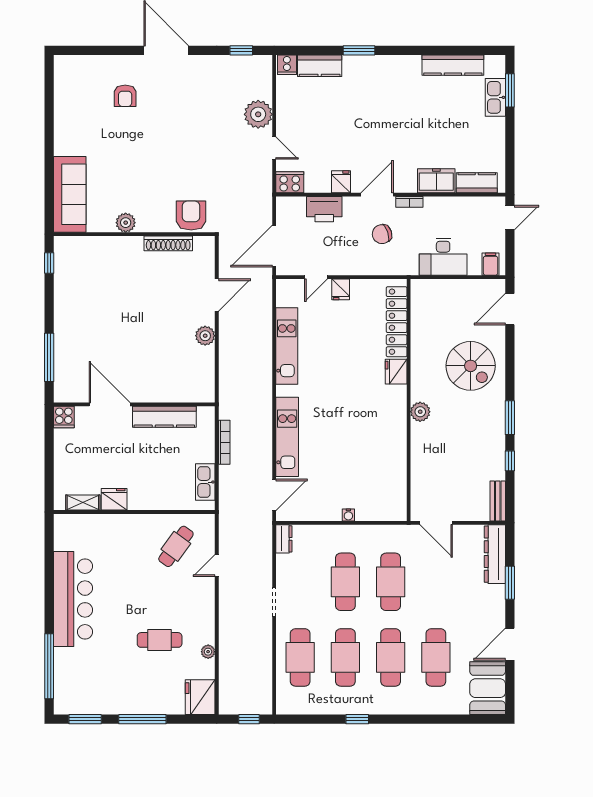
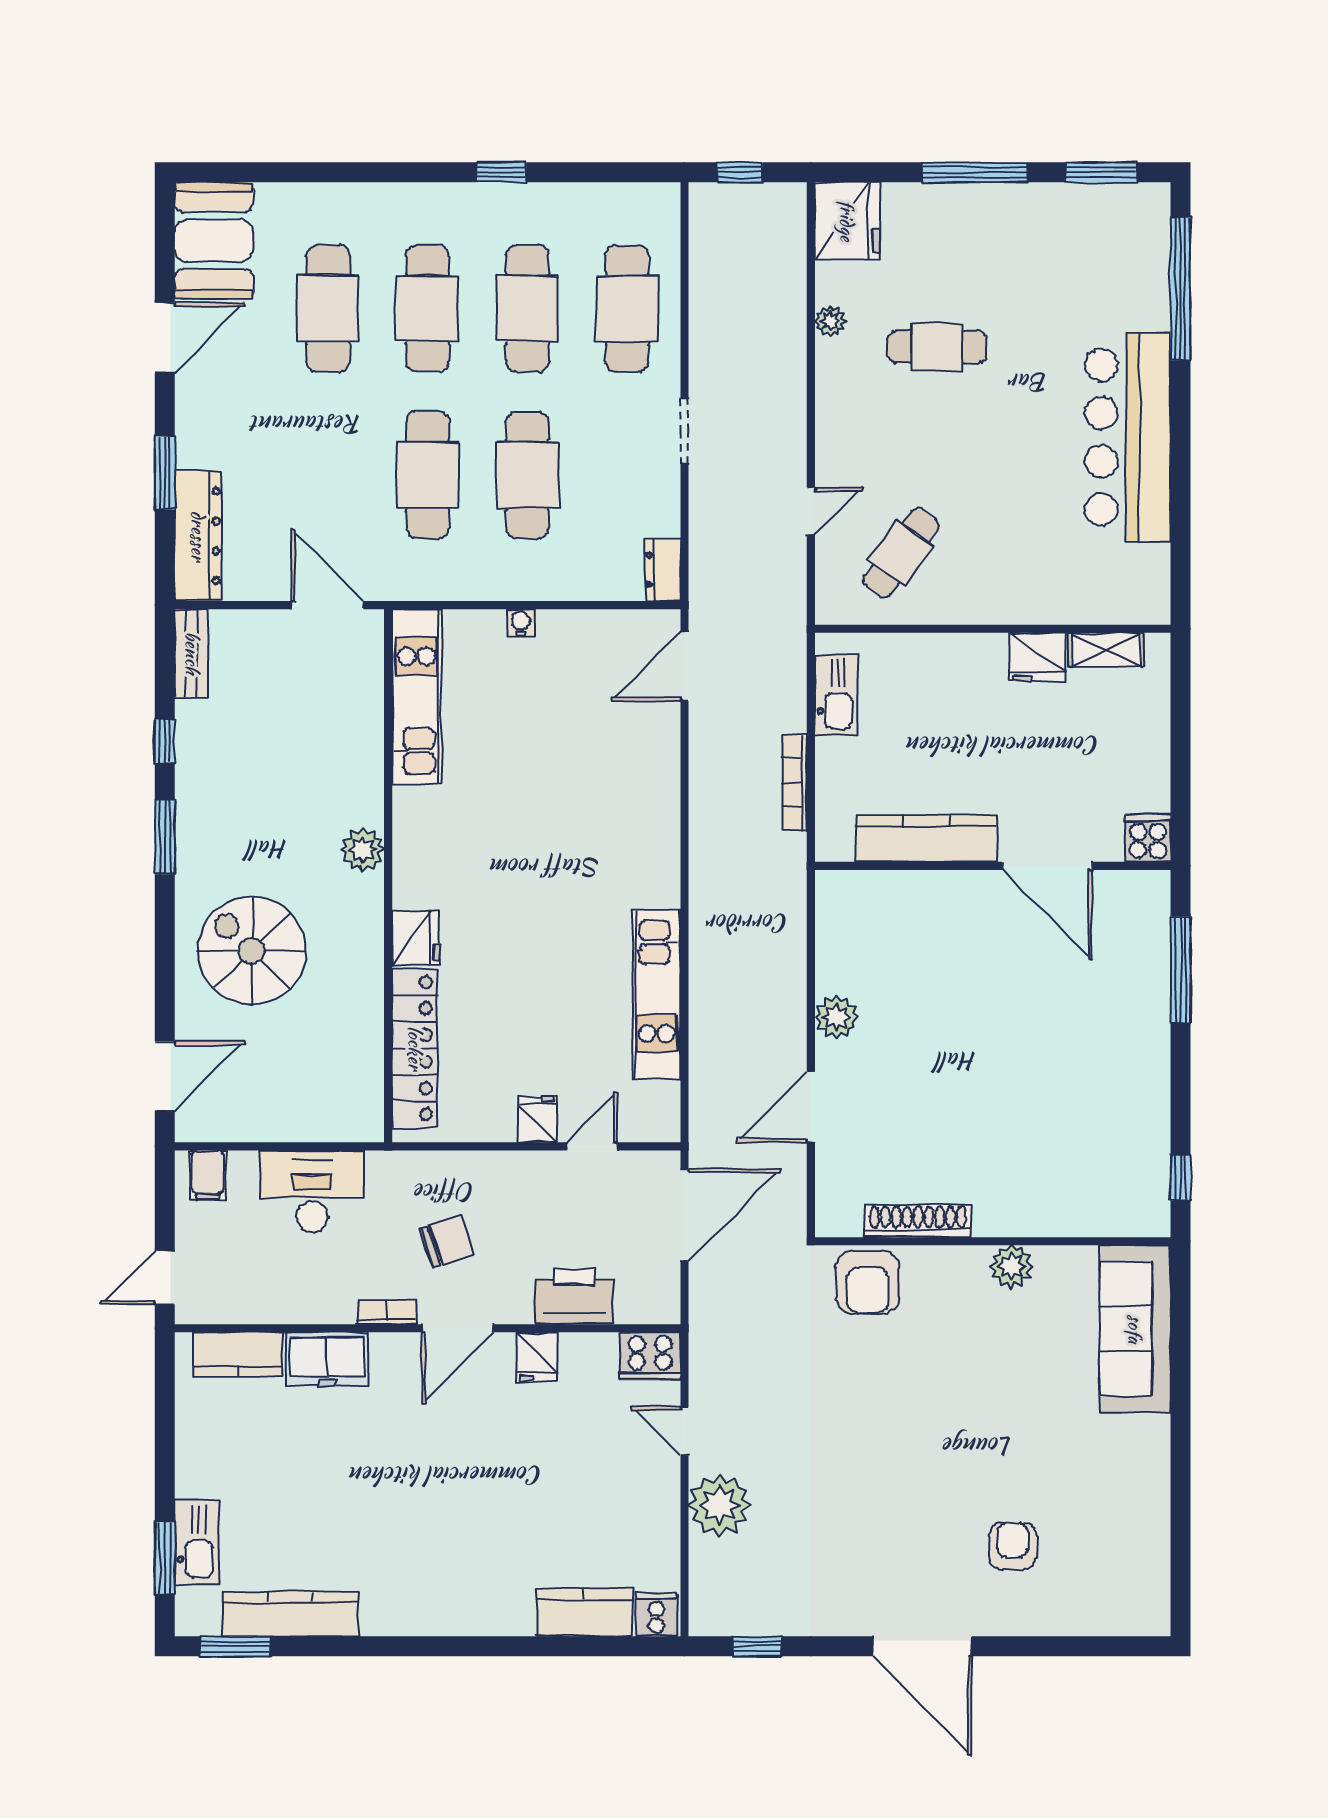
window: (359, 50) -> (235, 1646), moved
kitchen unit: (287, 437) -> (417, 697), moved, turned 180

